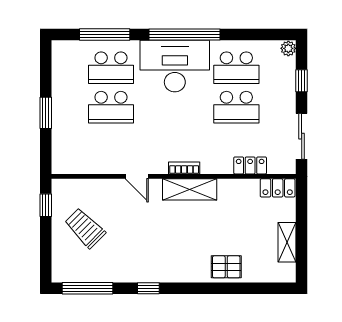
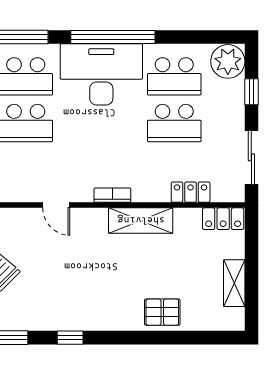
plant: (288, 48) -> (228, 61), width x1.87, depth x1.87
shelving: (190, 189) -> (141, 221), moved

